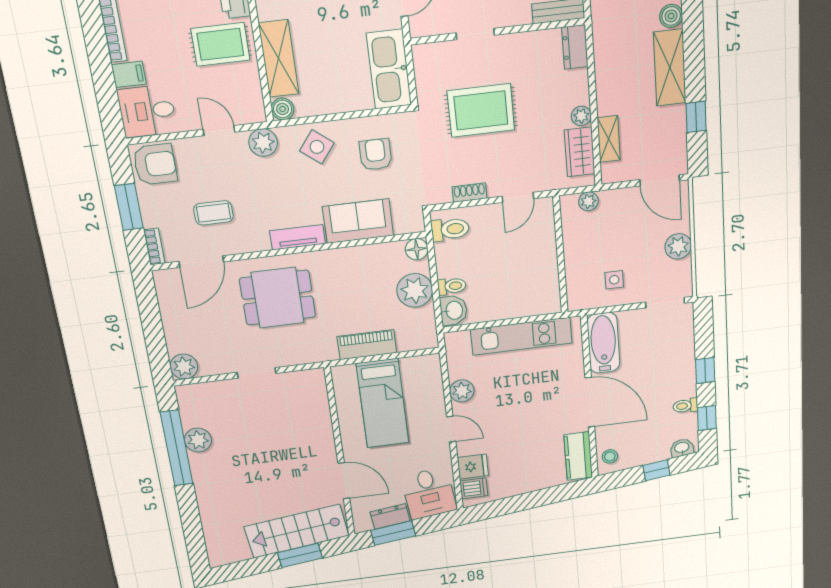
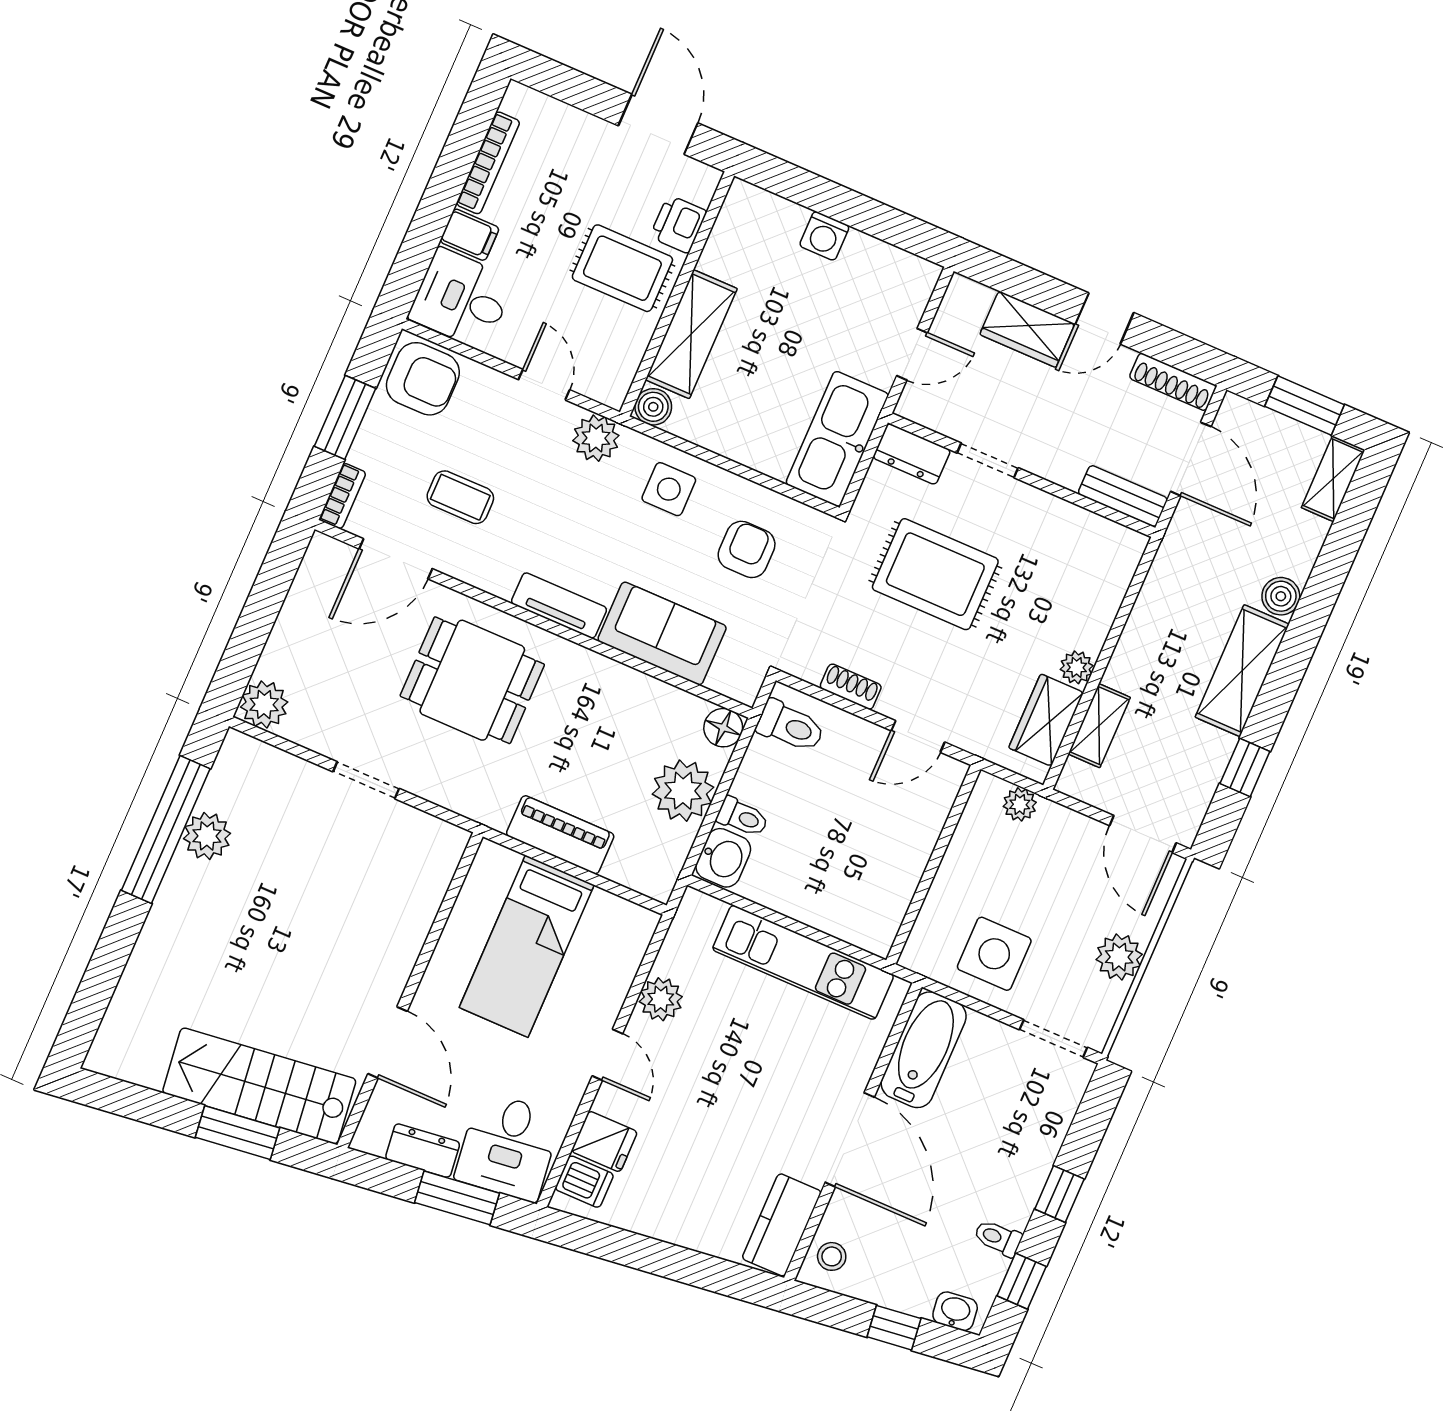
dresser: (575, 47) -> (912, 454), moved, turned -90
side table: (317, 147) -> (669, 489), turned -38
side table: (614, 280) -> (994, 954), width x1.87, depth x1.87
window: (393, 533) -> (457, 1198), moved

